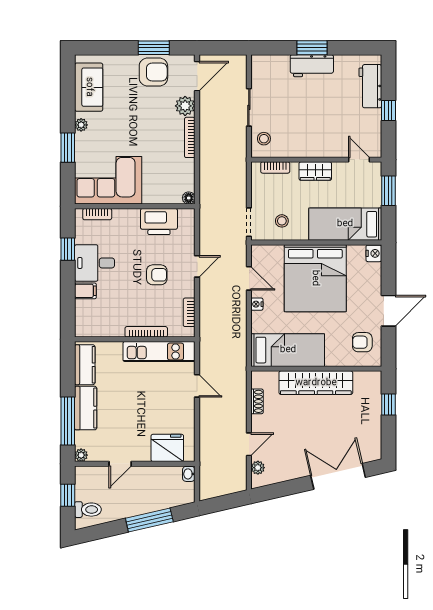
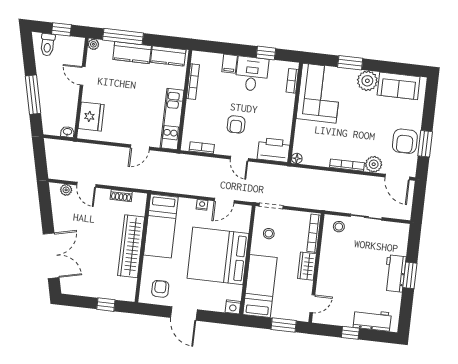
plant: (81, 125) -> (367, 81), width x1.88, depth x1.88
bookcase: (275, 167) -> (314, 233), width x1.56
printer: (159, 222) -> (274, 150), moved, turned 90
bookcase: (146, 332) -> (193, 82), moved

